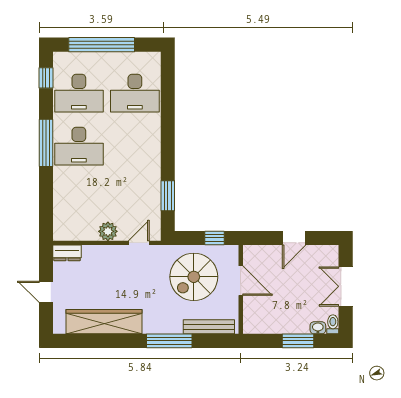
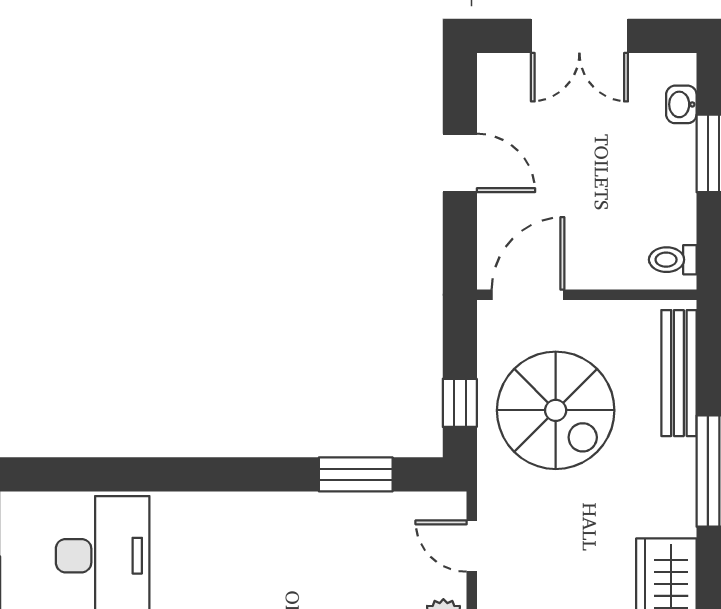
window: (214, 238) -> (460, 403), moved
door: (241, 281) -> (528, 295), moved
toilet: (333, 324) -> (673, 260), moved

